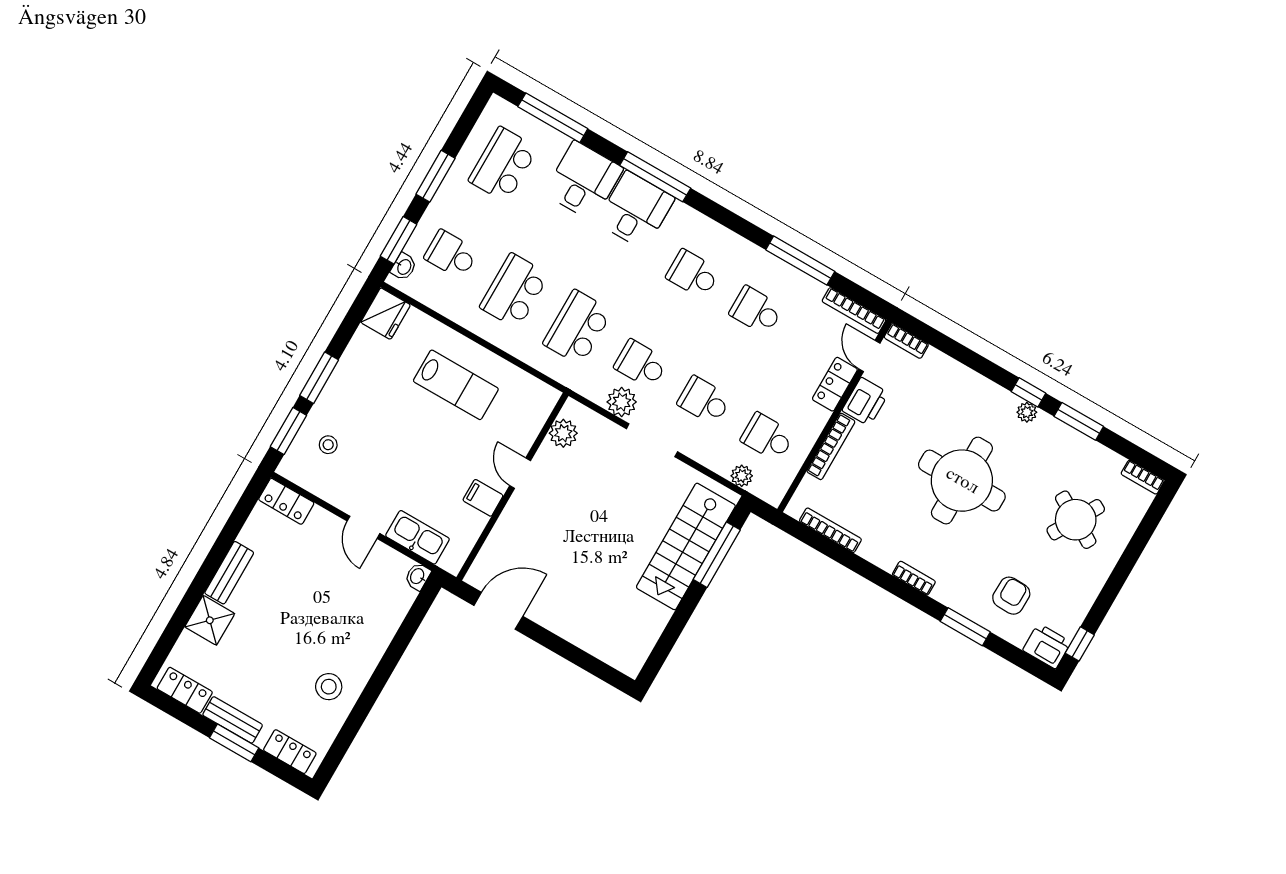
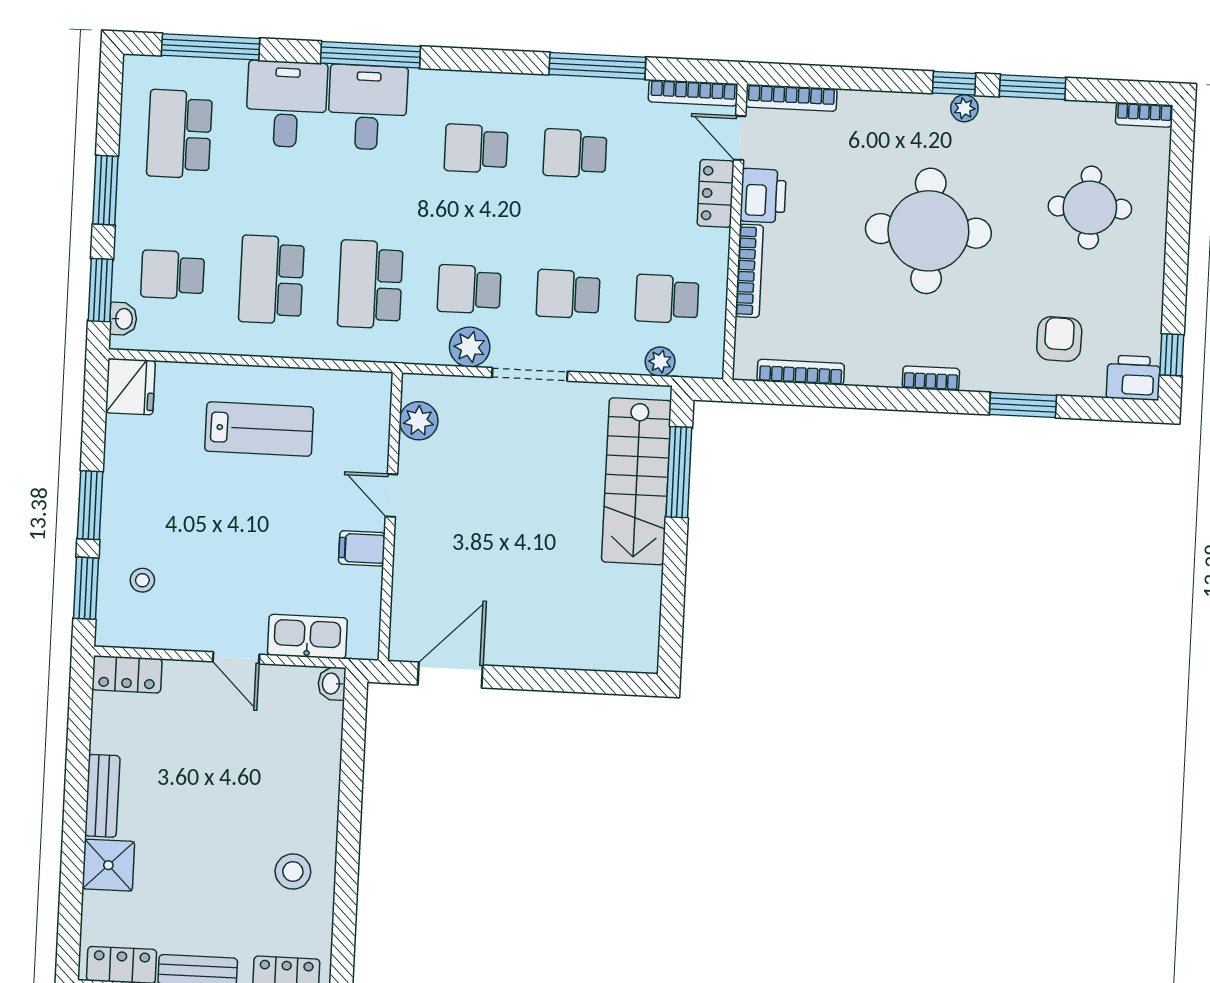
bookcase: (906, 341) -> (791, 98), width x1.56
round table: (1076, 520) -> (1090, 208), turned -30

